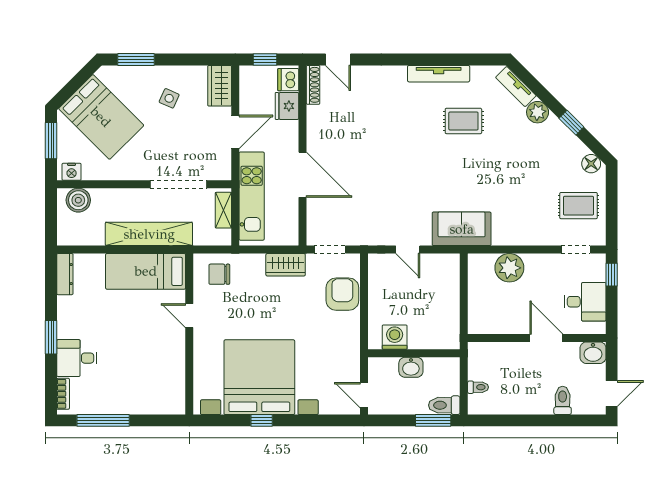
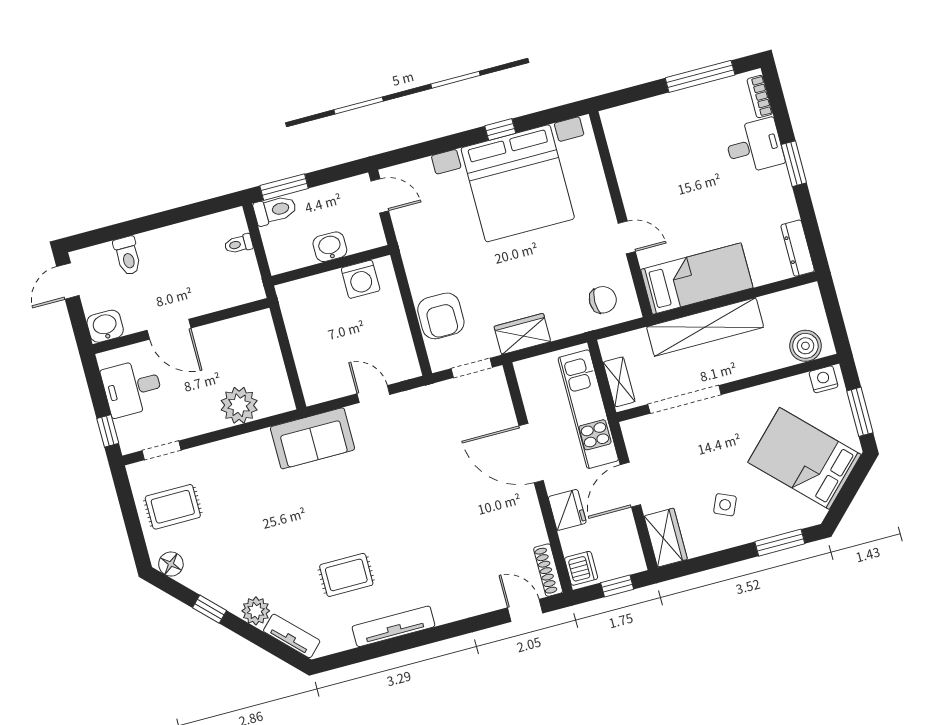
fridge: (287, 106) -> (567, 510), moved

